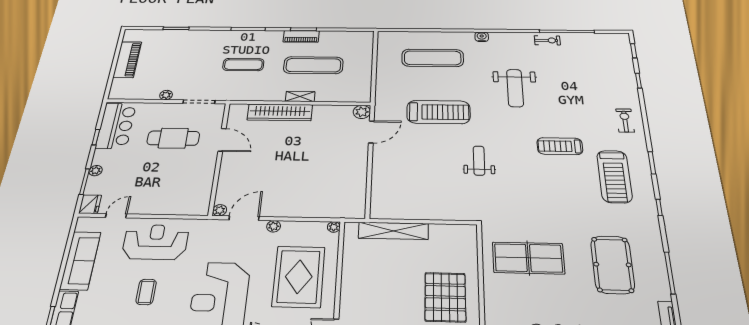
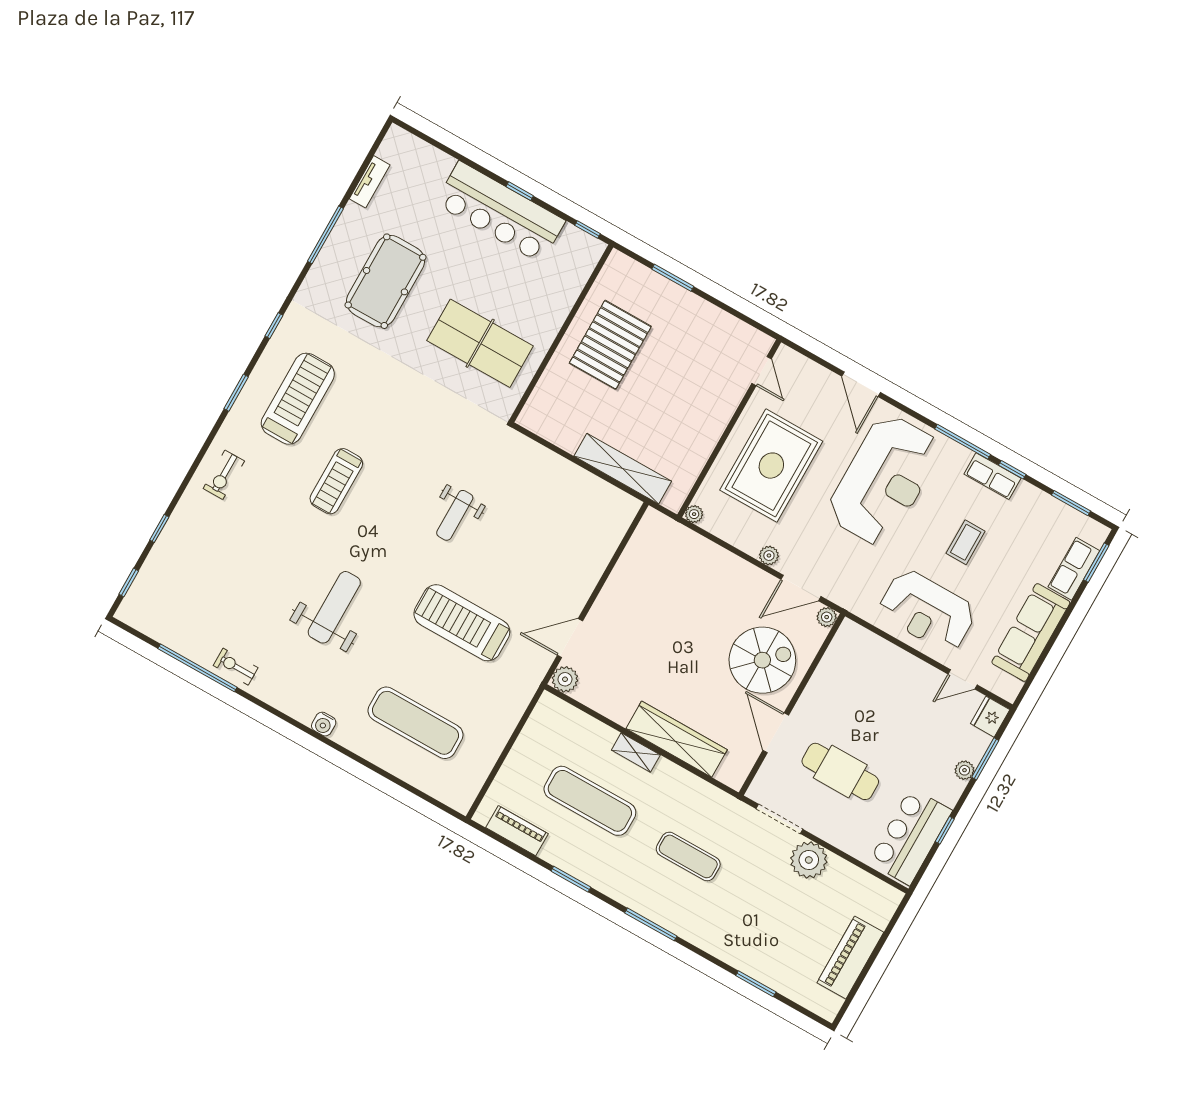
piano: (301, 36) -> (517, 831), moved
plant: (166, 95) -> (809, 860), width x1.87, depth x1.87
treadmill: (560, 146) -> (336, 481), turned 90
spiral stairs: (249, 171) -> (762, 660), added

